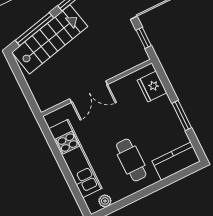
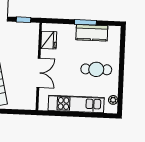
fridge: (152, 87) -> (49, 40), moved, turned -90
kitchen counter: (176, 161) -> (92, 33), moved, turned -90

